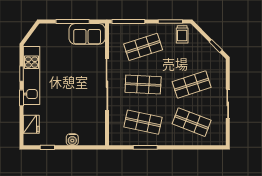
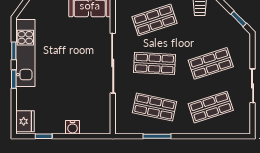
shop shelf: (192, 122) -> (211, 107), turned -39
fridge: (31, 124) -> (25, 121), moved

